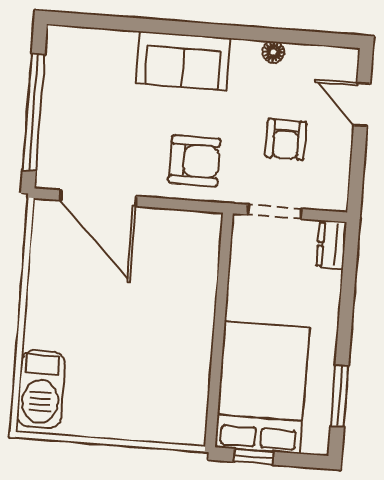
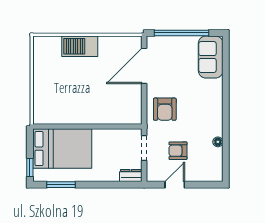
sofa: (183, 61) -> (211, 57), moved
door: (362, 105) -> (175, 185), moved
barbecue: (41, 389) -> (80, 46), moved
window: (254, 457) -> (30, 167), moved

